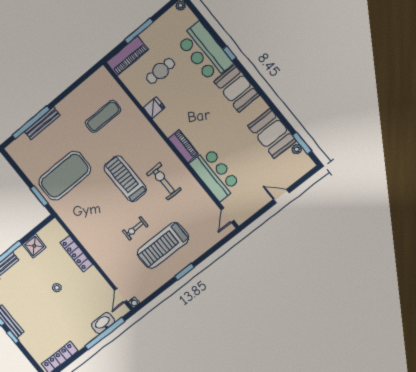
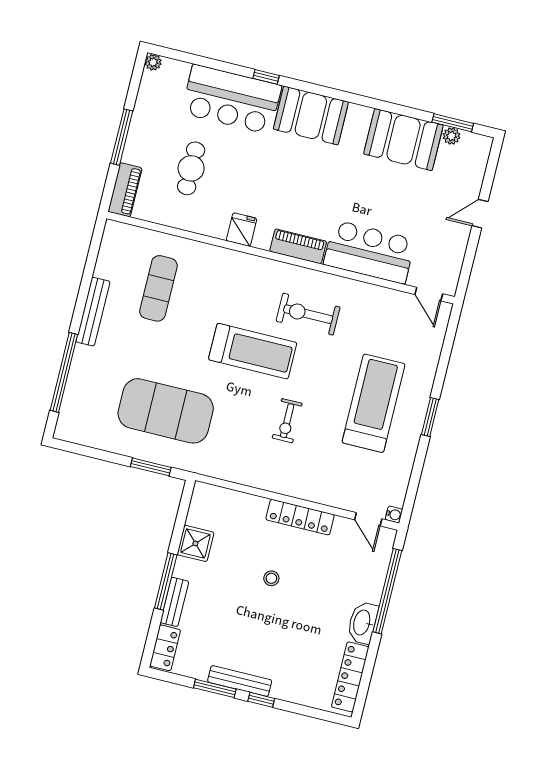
piano: (127, 56) -> (125, 190), width x0.73, depth x0.75
fridge: (154, 108) -> (242, 230), moved
bench: (42, 123) -> (93, 312), moved
exercise mat: (65, 176) -> (166, 411), turned 90
treadmill: (125, 179) -> (253, 351), turned 180
exercise bike: (135, 229) -> (287, 421), moved
treadmill: (163, 245) -> (374, 403), turned 180
locker: (76, 254) -> (300, 517), moved
washbasin: (103, 323) -> (362, 623), moved

